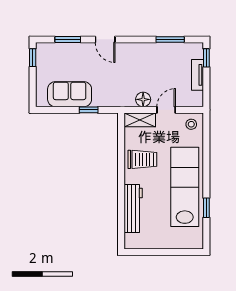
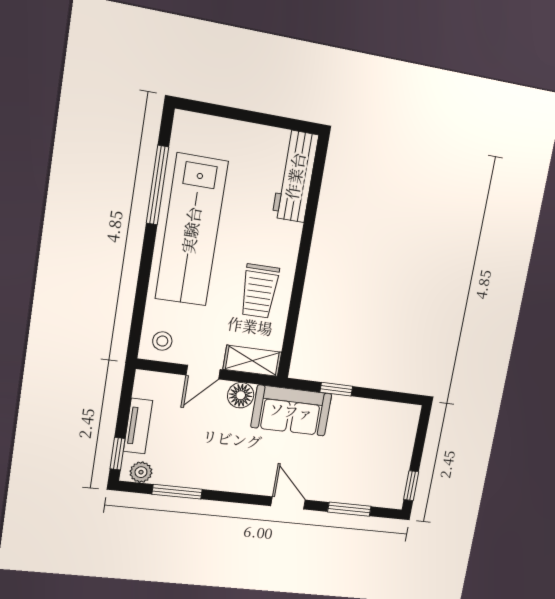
plant: (192, 49) -> (141, 472), added
sofa: (70, 94) -> (291, 411), moved
trolley: (142, 159) -> (259, 291), turned -90
workbench: (133, 208) -> (295, 176), moved
window: (206, 208) -> (158, 185), width x2.17

